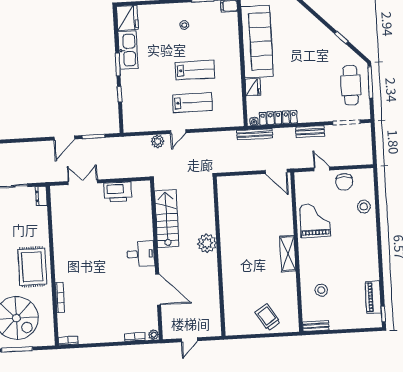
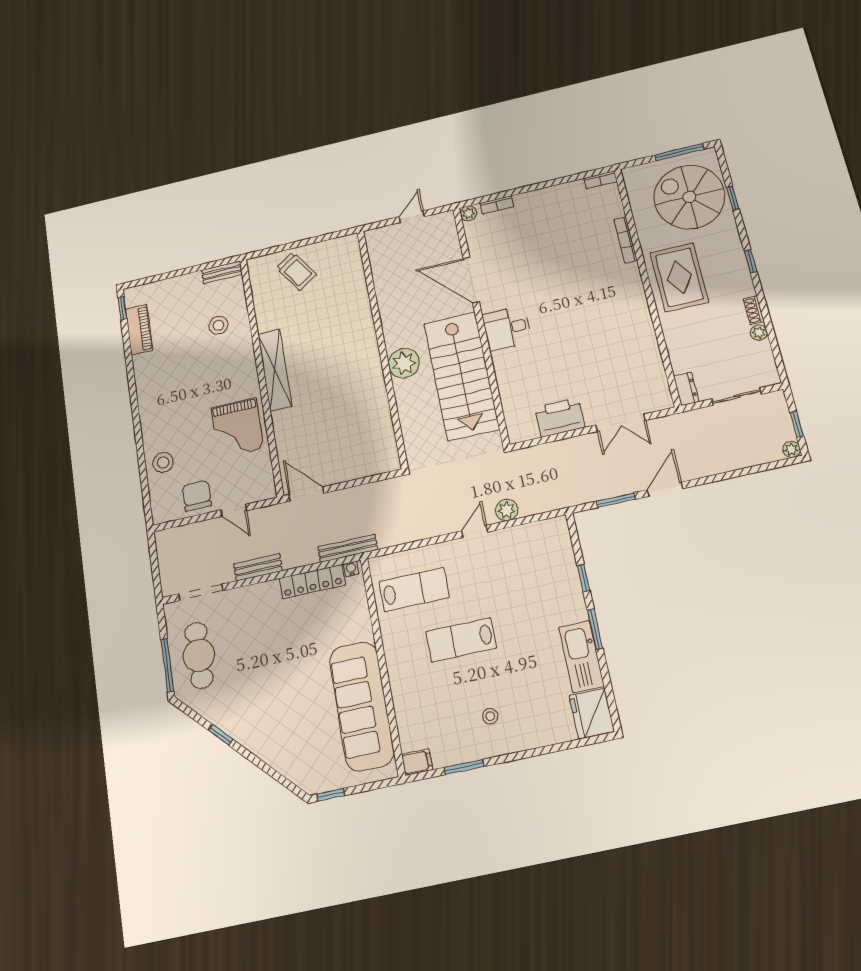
fridge: (253, 87) -> (360, 626), removed
lab bench: (192, 102) -> (414, 590), moved, turned 180
stairs: (167, 219) -> (461, 376), width x1.36, depth x1.51
shelving: (288, 254) -> (275, 370), width x1.47

